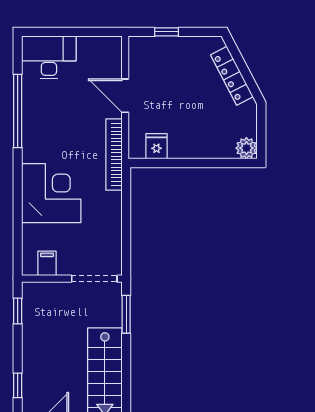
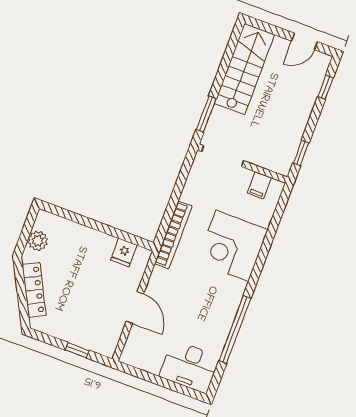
plant: (246, 148) -> (38, 241), moved
bookcase: (114, 155) -> (173, 235), moved

